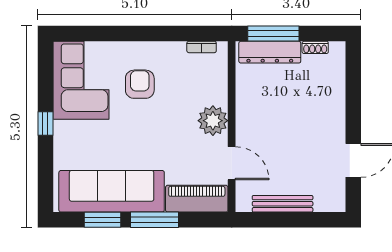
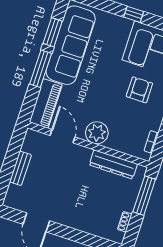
dresser: (270, 52) -> (113, 164), moved, turned -90
armchair: (140, 84) -> (139, 90), turned -90
door: (232, 163) -> (62, 136), swing flipped
bench: (283, 204) -> (20, 168), width x0.73

